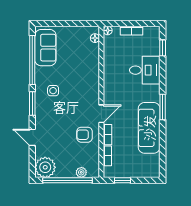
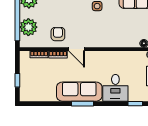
sofa: (149, 128) -> (79, 92), moved
plant: (81, 172) -> (28, 27), width x1.88, depth x1.88
window: (123, 180) -> (17, 80), moved

